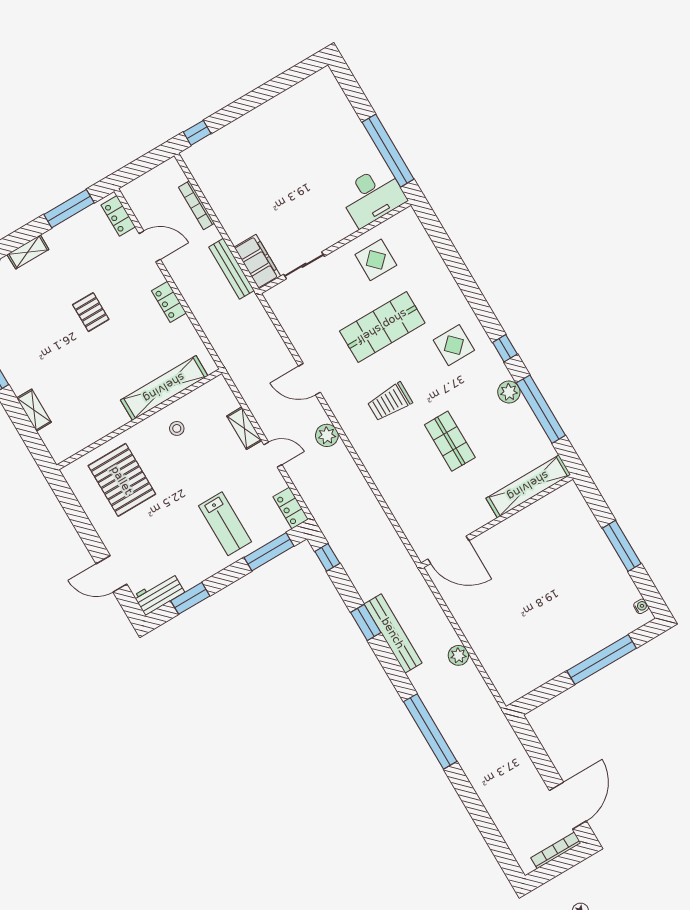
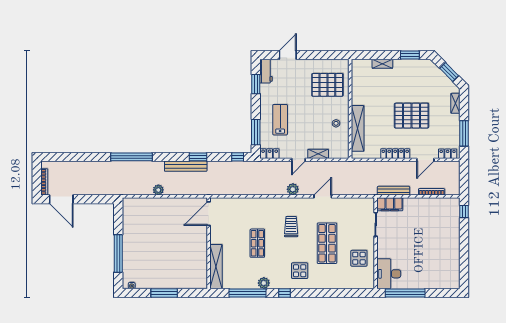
locker: (169, 302) -> (395, 154), width x1.53
pallet: (91, 312) -> (412, 116), width x2.05, depth x2.00
shop shelf: (450, 441) -> (257, 243), turned 90
lab bench: (225, 524) -> (280, 120), turned 90

